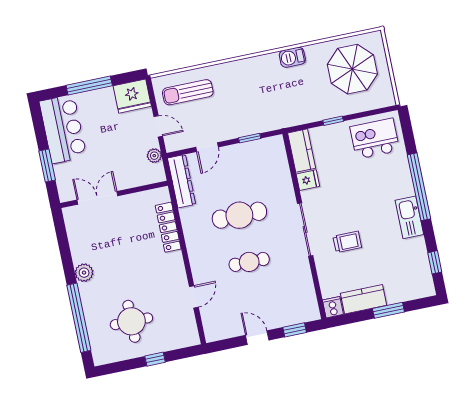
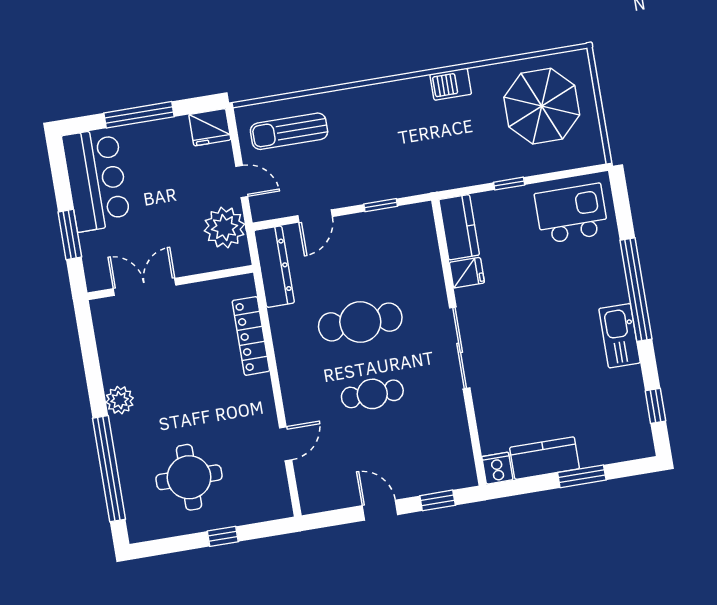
fridge: (132, 96) -> (210, 127), width x0.73, depth x0.75
plant: (154, 156) -> (225, 228), width x1.88, depth x1.88
trolley: (347, 242) -> (523, 369), removed

